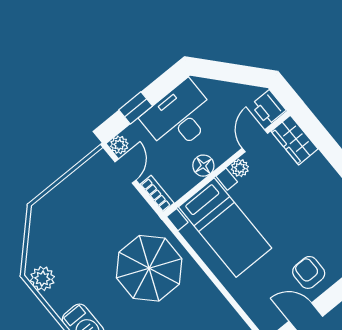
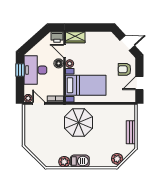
window: (136, 108) -> (20, 70), moved
floor lamp: (203, 166) -> (59, 63), moved
plant: (42, 279) -> (64, 162), moved

